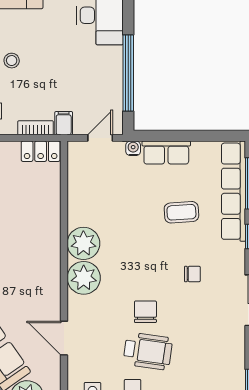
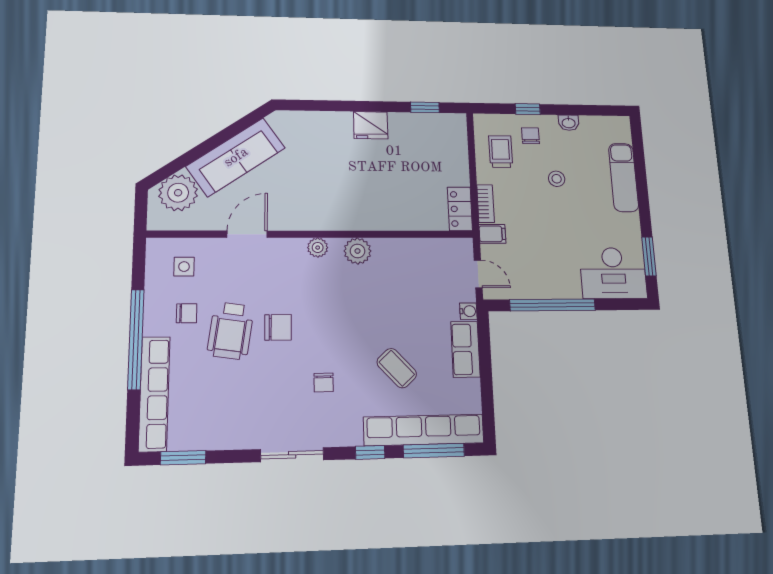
coffee table: (181, 212) -> (397, 368), turned -39
plant: (83, 243) -> (357, 251), width x0.73, depth x0.73
plant: (84, 278) -> (318, 248), width x0.53, depth x0.53

